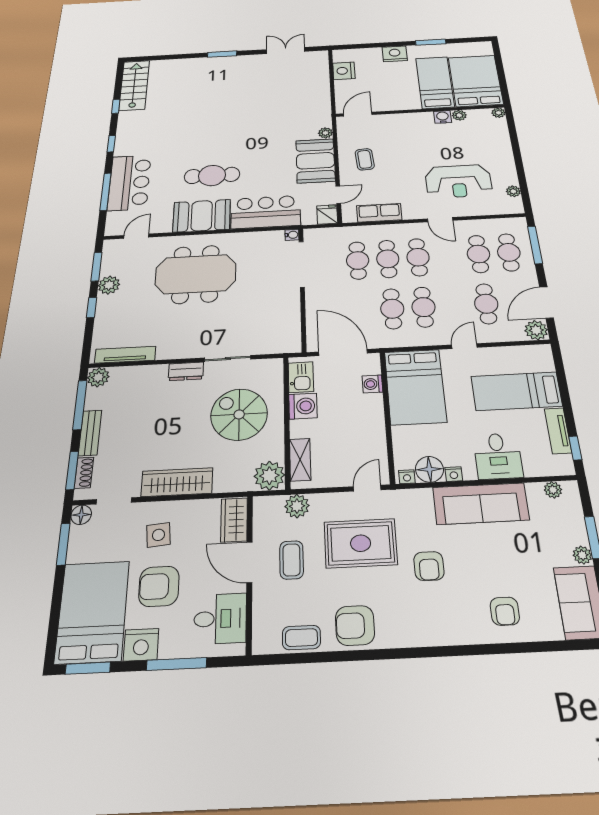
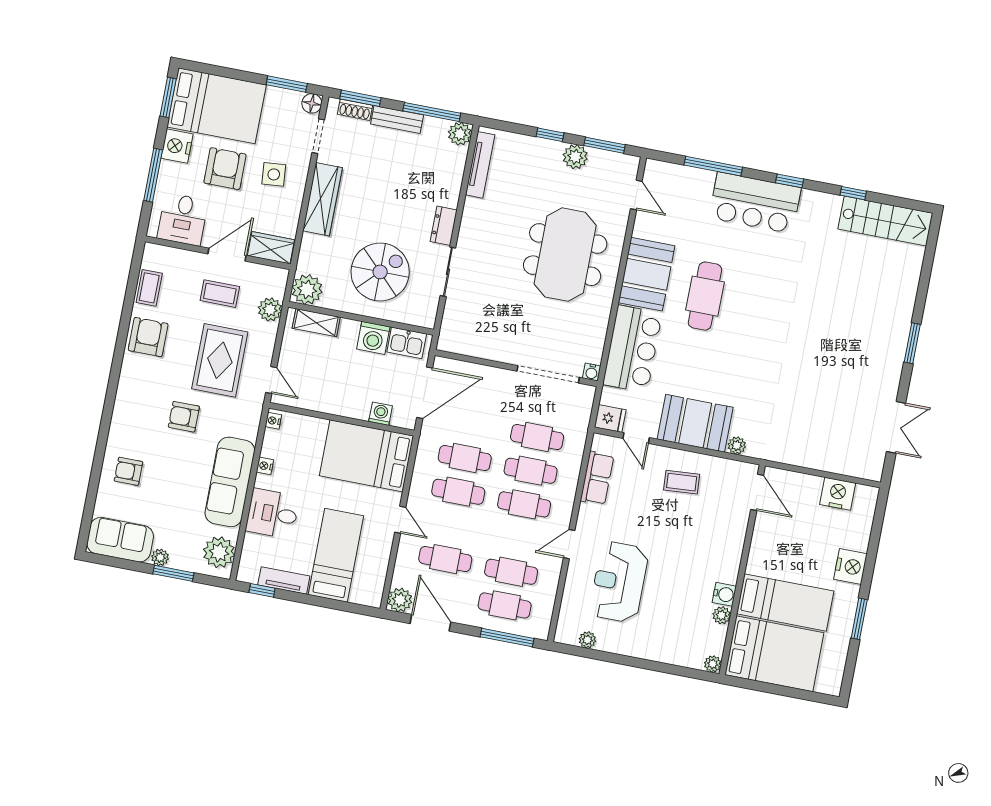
bar counter: (129, 183) -> (755, 203), moved
floor lamp: (429, 469) -> (275, 444), removed
plant: (553, 490) -> (219, 552), width x1.87, depth x1.87

